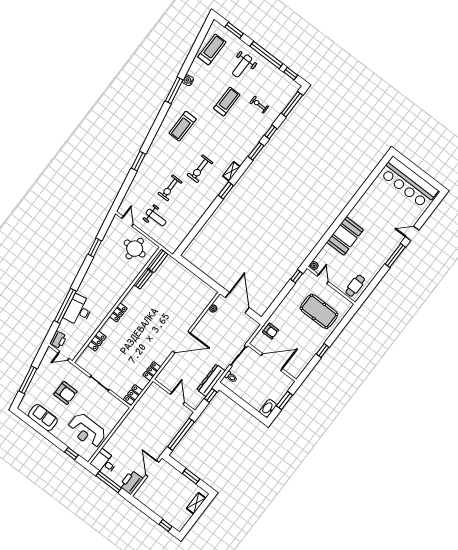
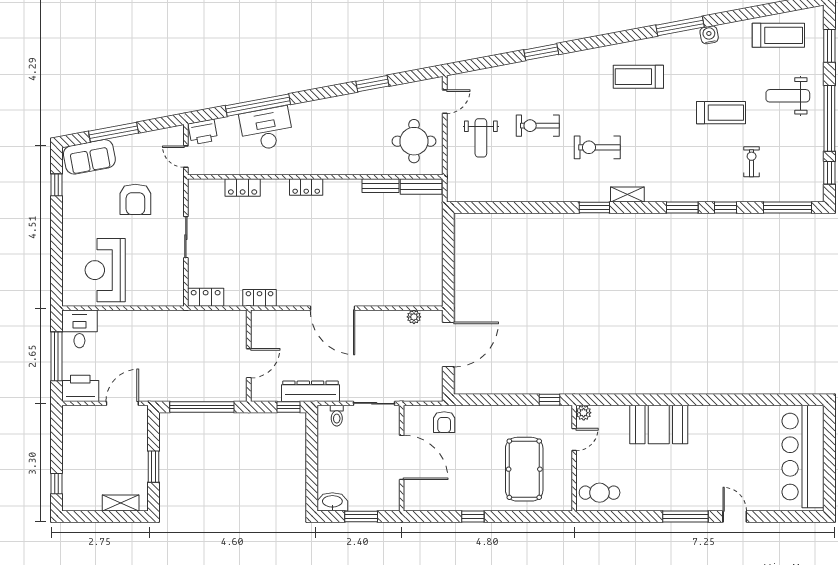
sofa: (43, 418) -> (89, 157), moved, turned 79
window: (71, 453) -> (56, 185), moved

